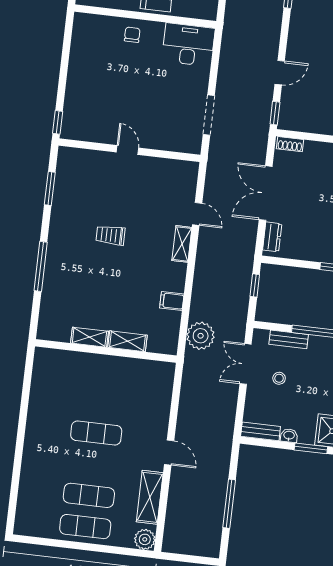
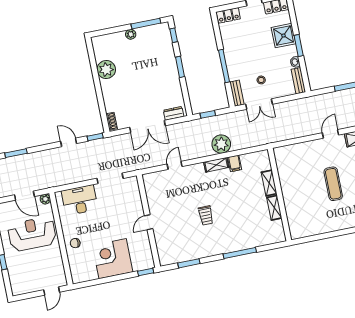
plant: (209, 13) -> (45, 199), added
desk: (188, 45) -> (80, 200), moved, turned 90
corner desk: (92, 81) -> (113, 259), added
shelving: (182, 244) -> (216, 165), moved
plant: (201, 336) -> (221, 144), moved
bench: (289, 339) -> (237, 93), moved

